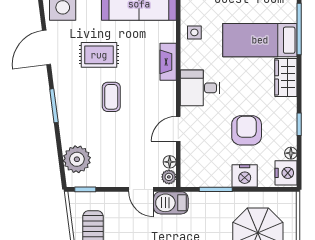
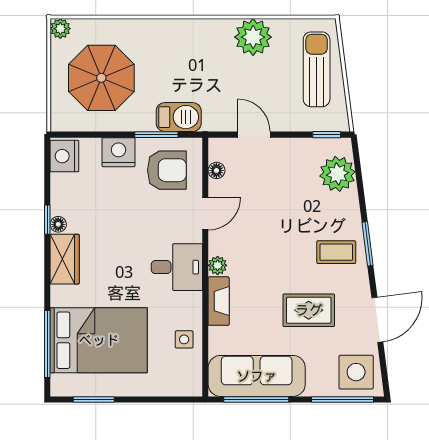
bed: (260, 40) -> (99, 340), width x1.50
wardrobe: (286, 77) -> (65, 259), moved
coffee table: (111, 97) -> (336, 252), moved, turned 90
armchair: (247, 130) -> (167, 170), moved, turned -90
floor lamp: (291, 153) -> (58, 224), moved
plant: (169, 177) -> (218, 265), moved
barbecue: (171, 203) -> (179, 117), moved

